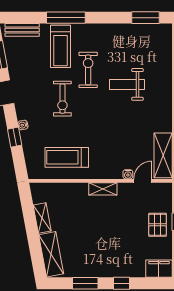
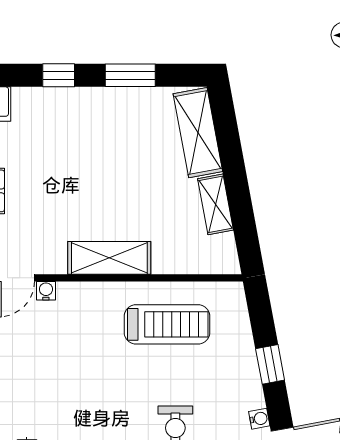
water cooler: (23, 125) -> (259, 419), moved
shelving: (103, 189) -> (109, 258), width x1.50, depth x1.33

